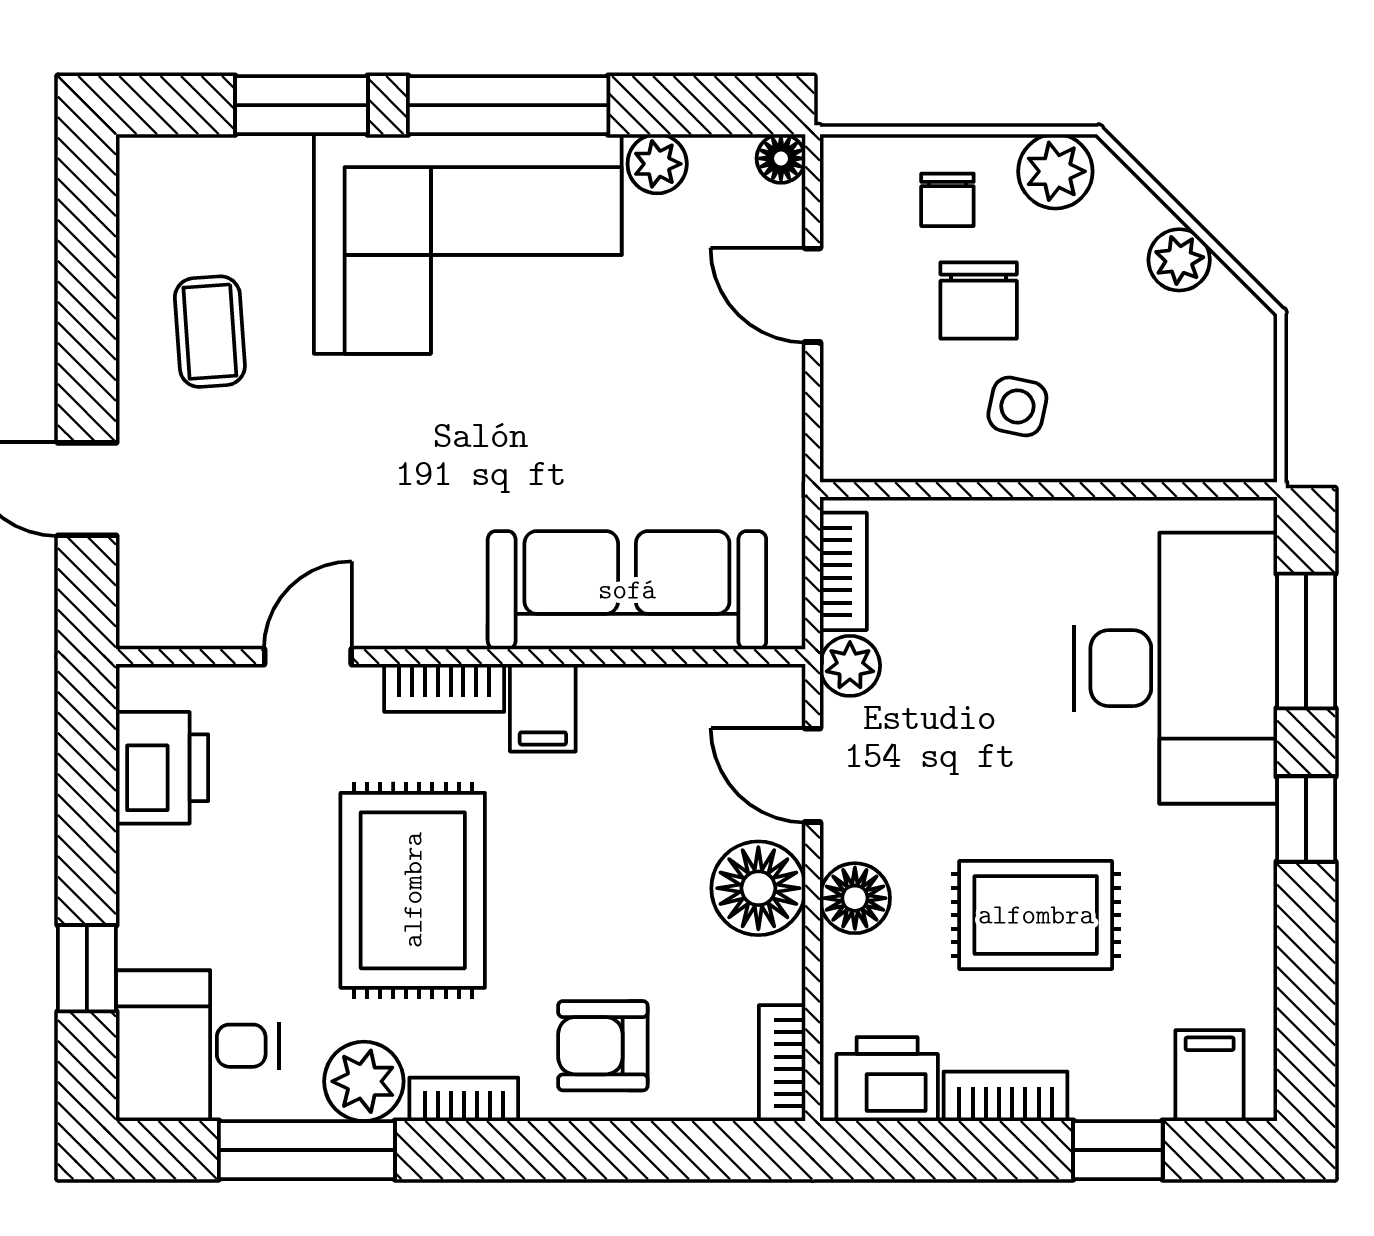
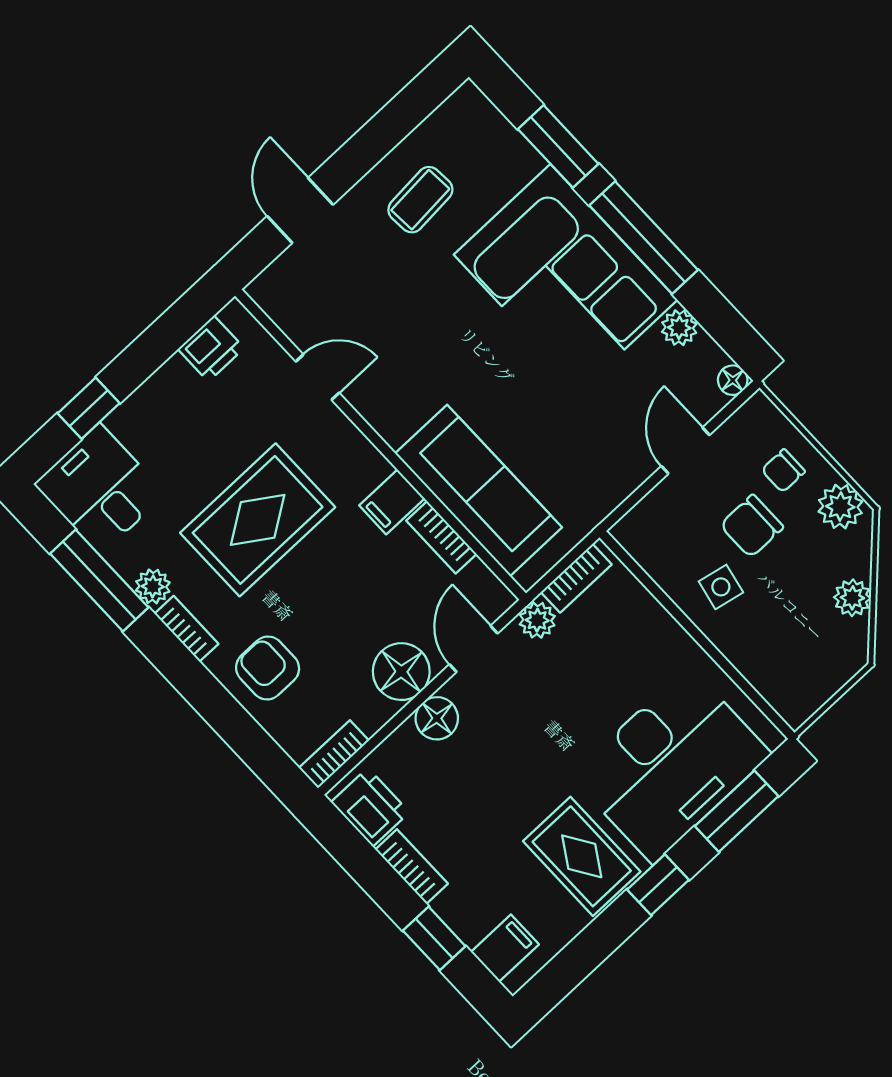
bookcase: (444, 688) -> (441, 537), moved
printer: (162, 768) -> (211, 349), width x0.73, depth x0.81
rug: (1036, 915) -> (582, 856), moved
plant: (364, 1081) -> (153, 586), width x0.73, depth x0.73

